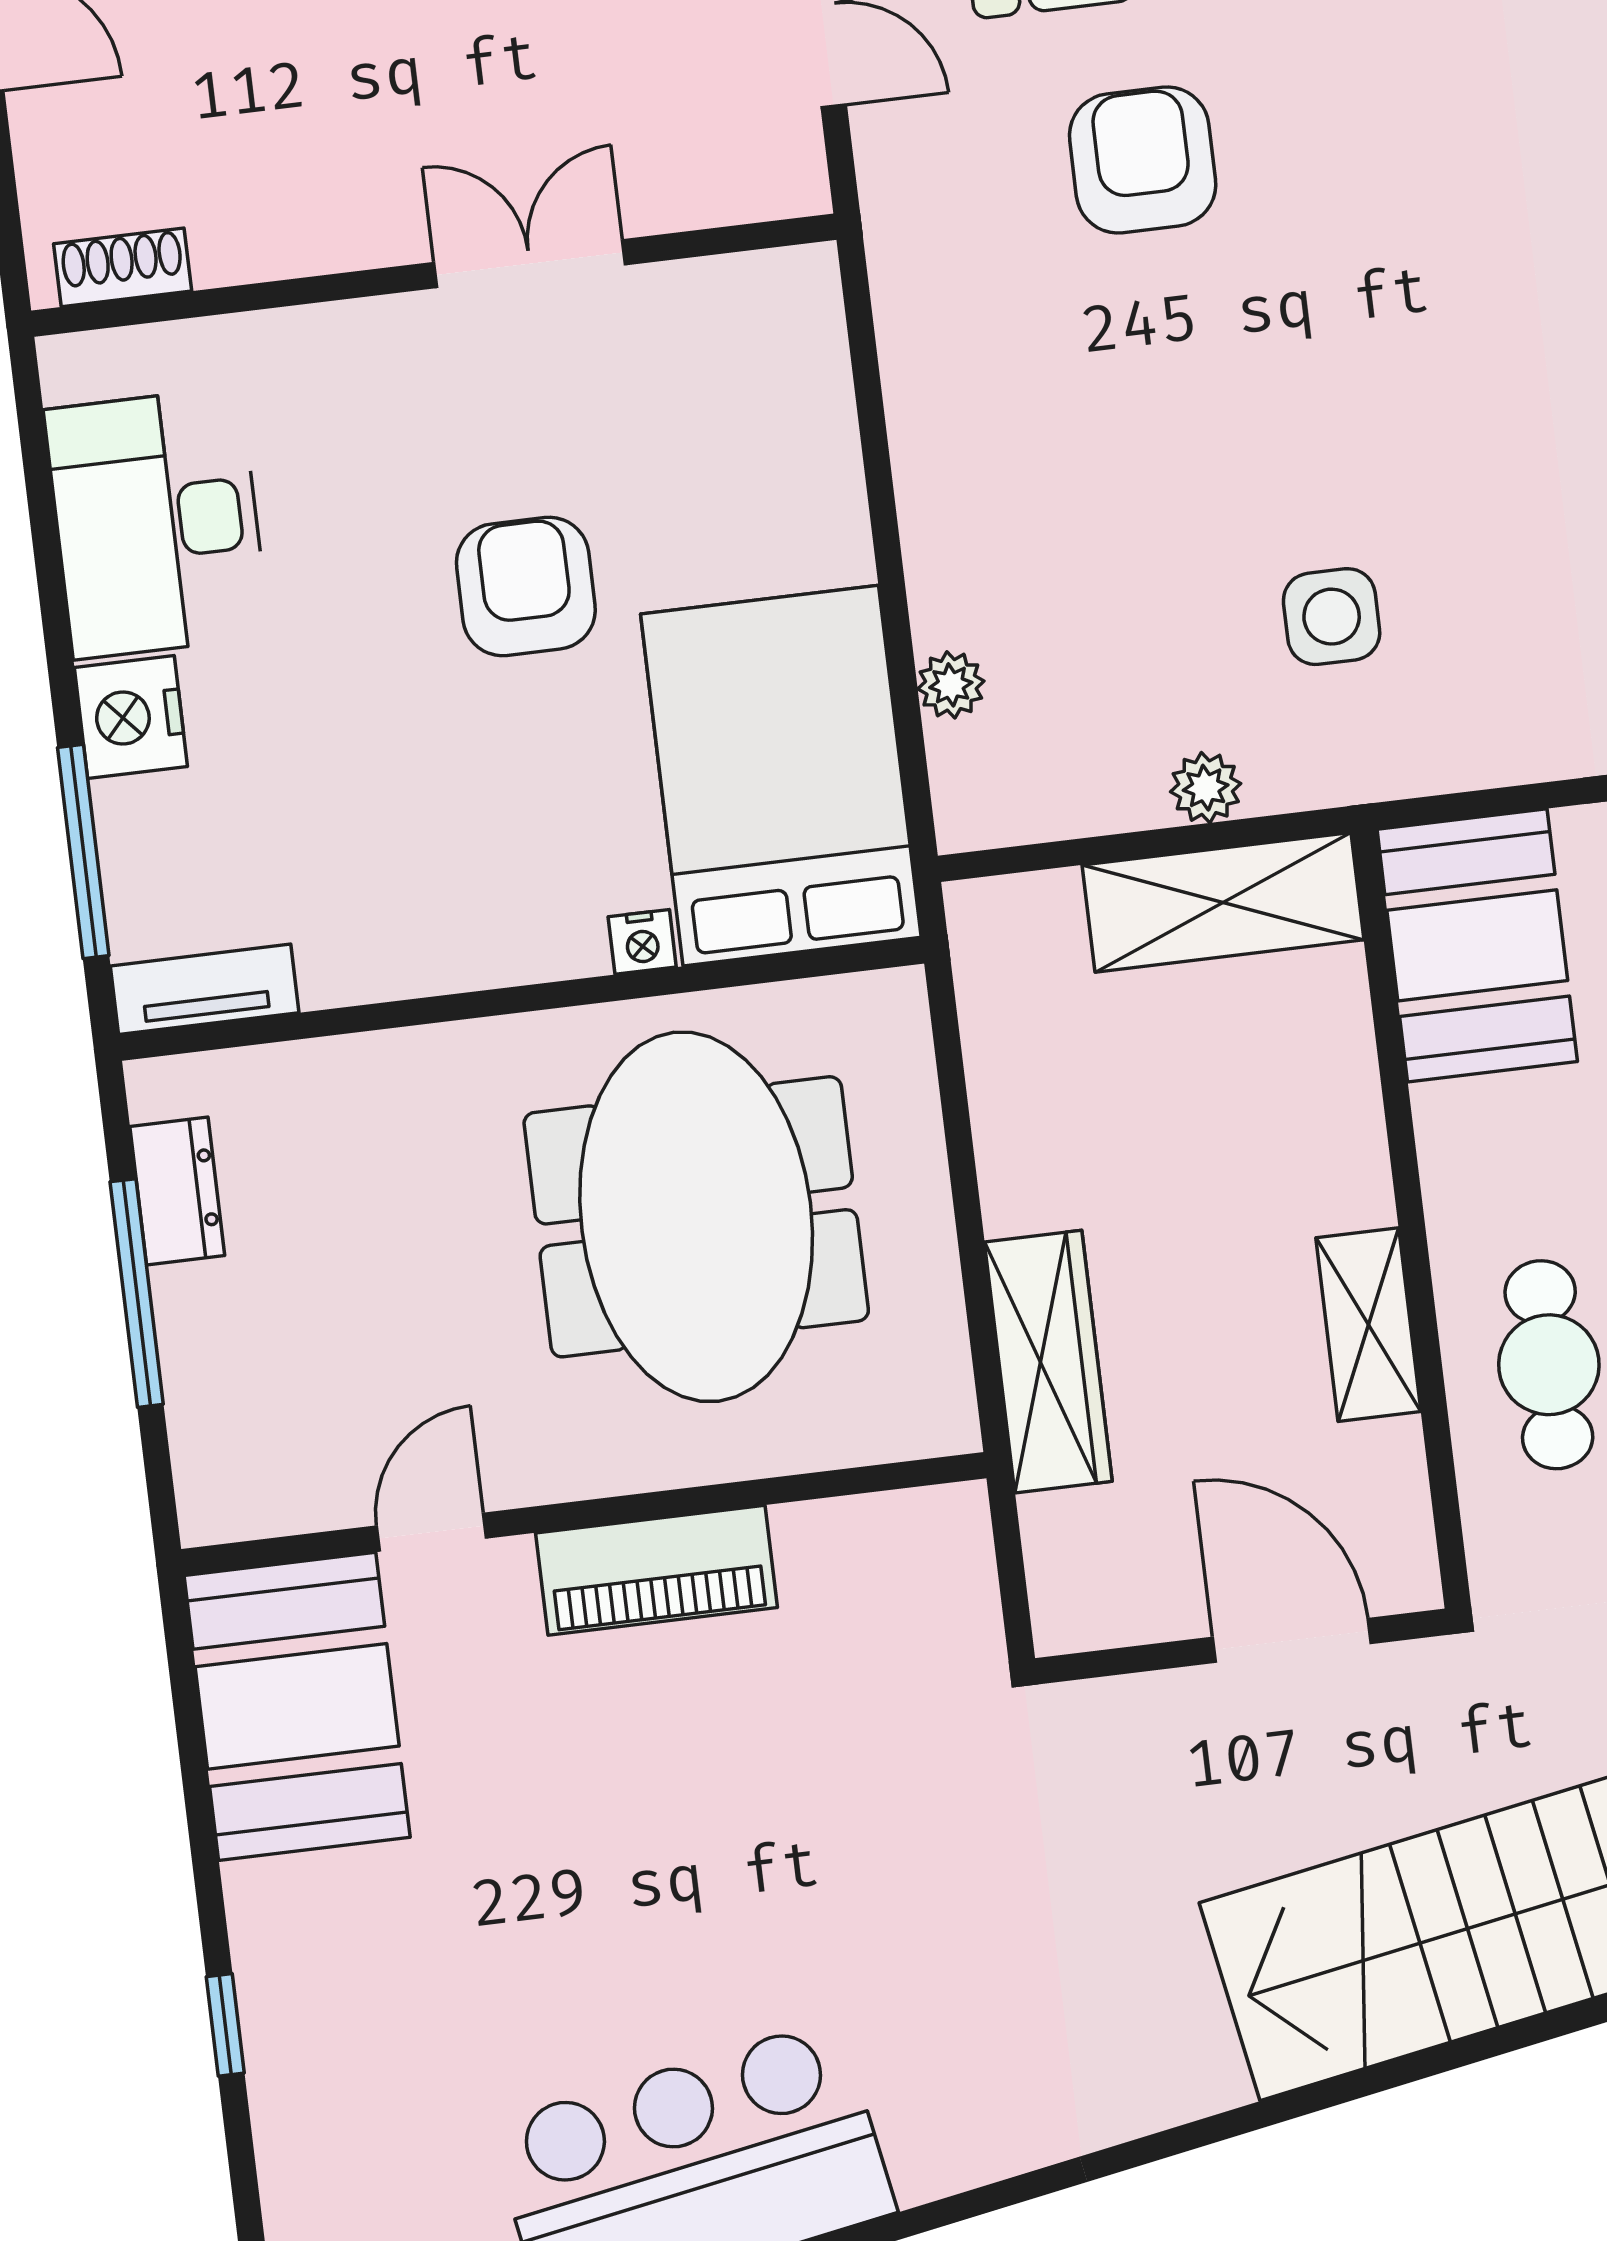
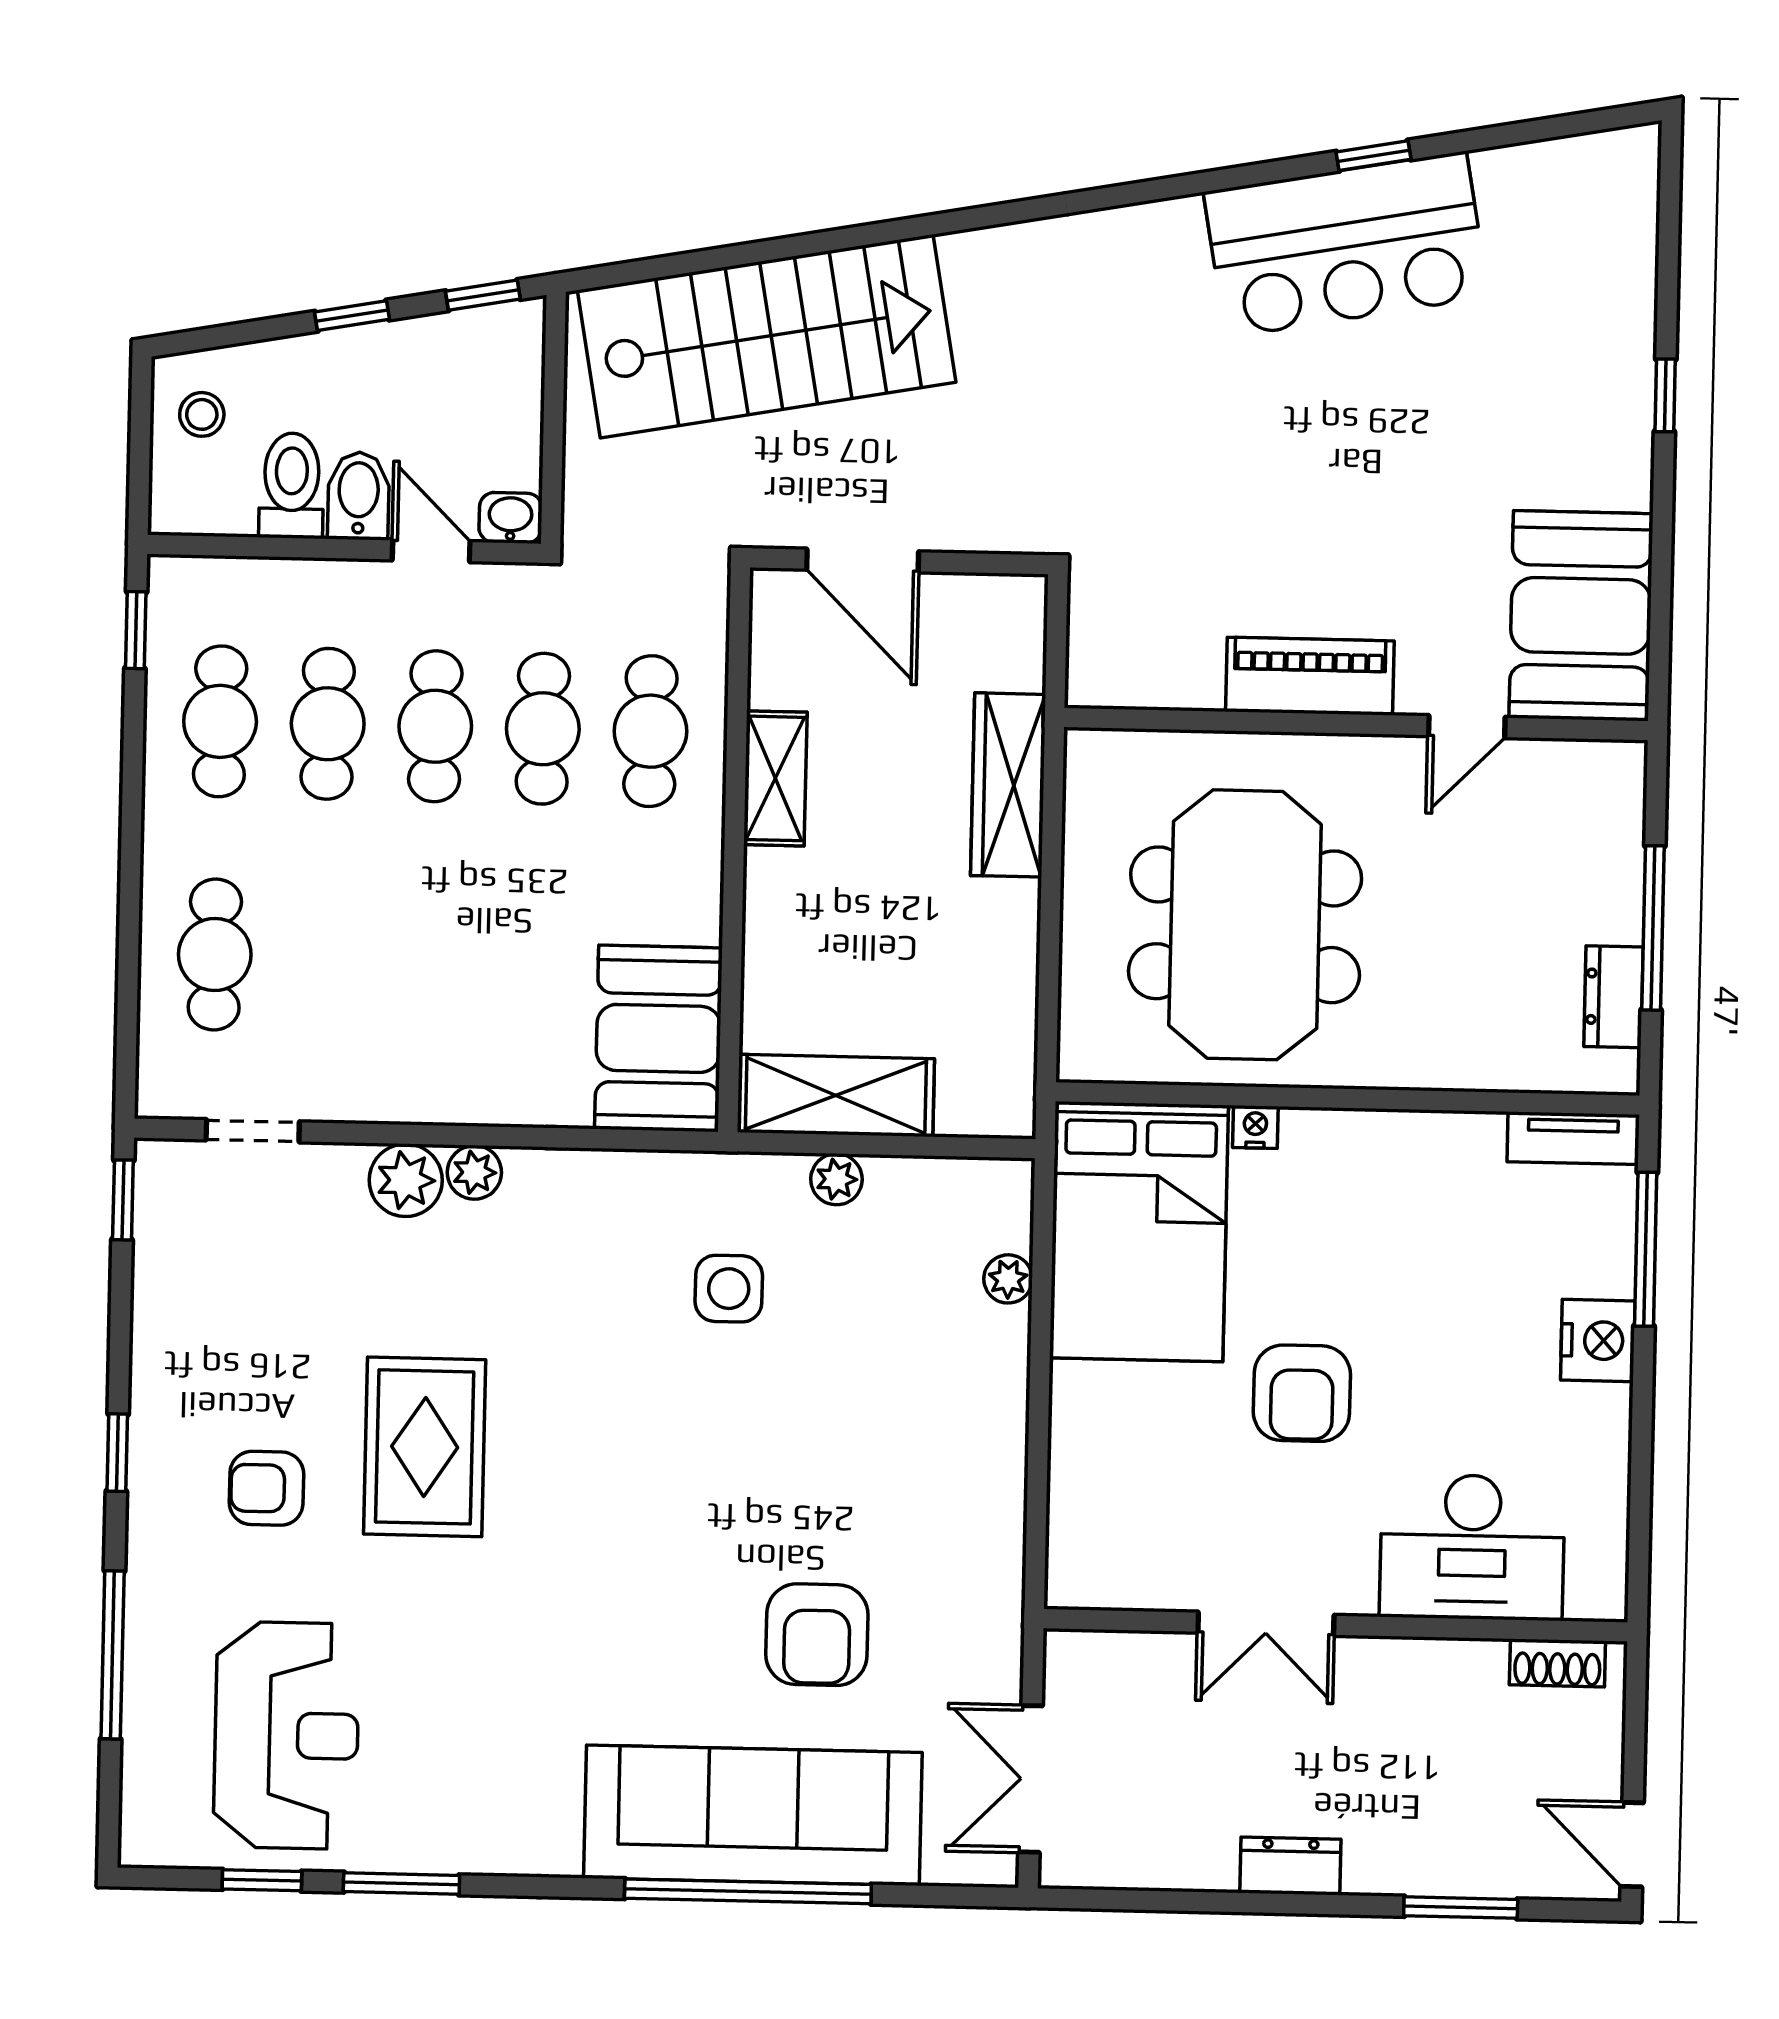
desk: (157, 523) -> (1472, 1547), moved, turned 90

